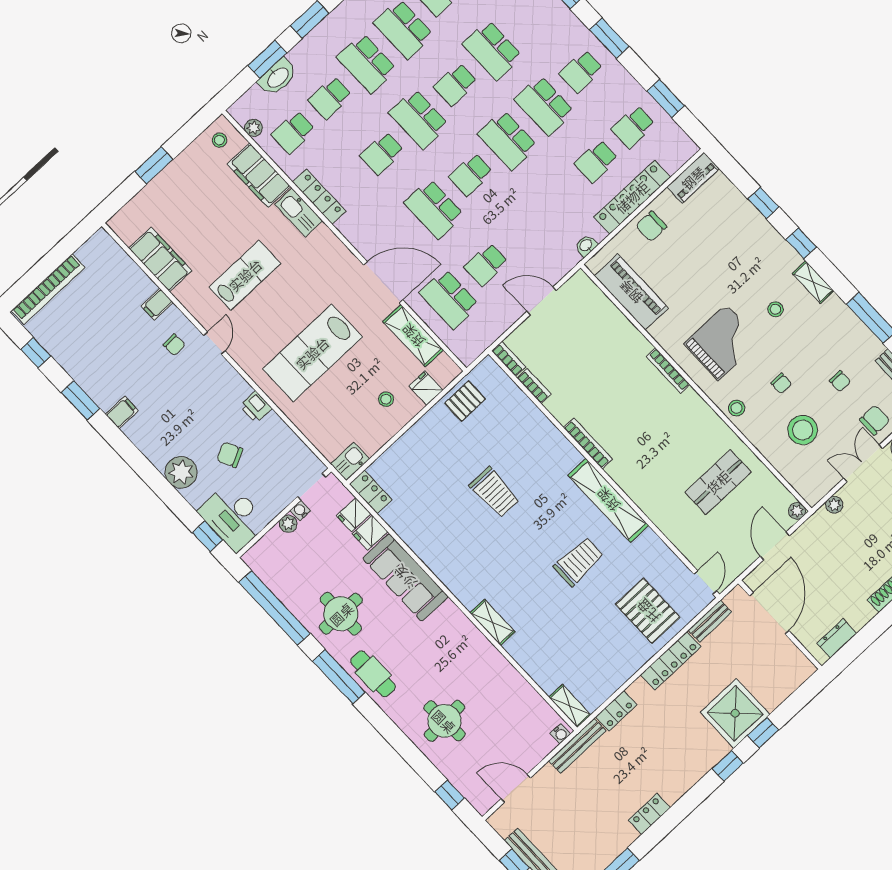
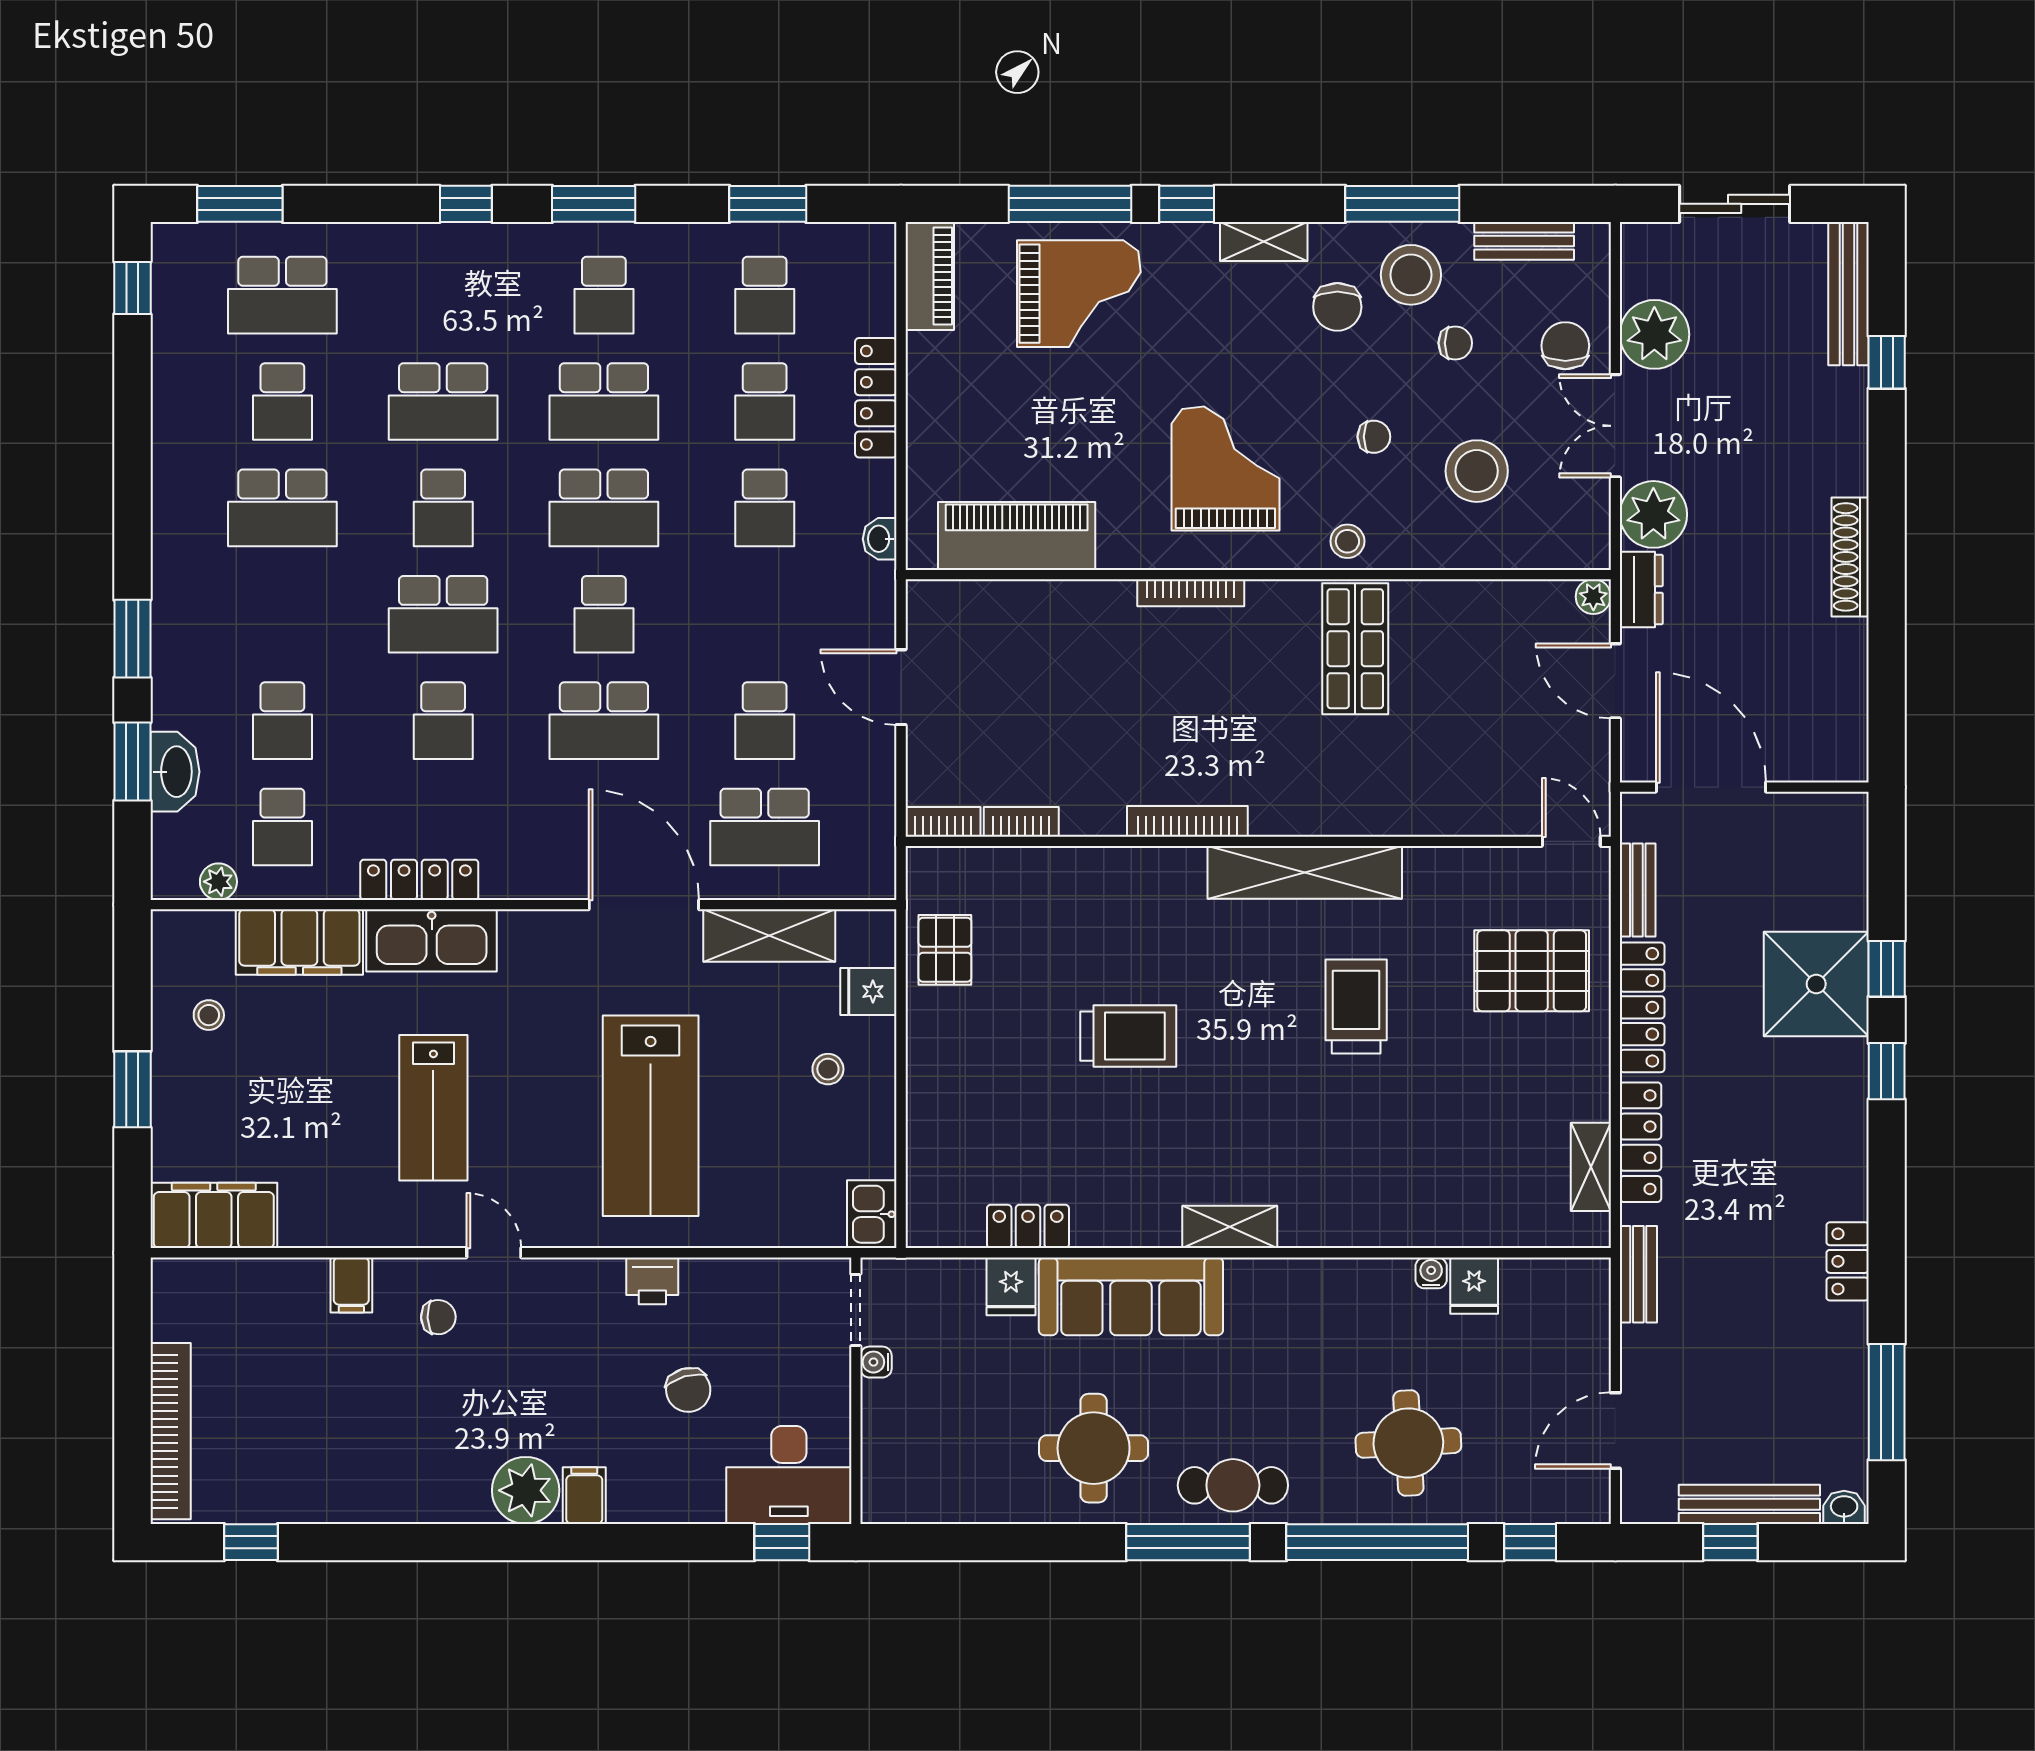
school desk: (367, 63) -> (765, 508), moved, width x0.54
stool: (219, 140) -> (209, 1015), moved
locker: (632, 197) -> (876, 398), width x0.71, depth x0.83
window: (763, 203) -> (1070, 204), width x2.17
kitchen sink: (299, 213) -> (432, 940), width x1.36, depth x1.24
chair: (651, 226) -> (1337, 307), moved
grand piano: (735, 235) -> (1079, 294), added
filing cabinet: (160, 259) -> (214, 1215), moved
lab bench: (245, 275) -> (433, 1108), turned 180
door: (383, 282) -> (644, 905), hinge flipped
door: (542, 301) -> (901, 687), hinge flipped
stool: (775, 309) -> (1411, 275), moved, width x1.89, depth x1.89
window: (80, 400) -> (389, 1542), removed
filing cabinet: (122, 412) -> (584, 1496), moved
chair: (230, 455) -> (688, 1390), turned -80
plant: (181, 472) -> (526, 1490), moved
shop shelf: (718, 482) -> (1355, 649), moved
locker: (371, 492) -> (1028, 1226), moved
plant: (834, 505) -> (1653, 514), width x1.87, depth x1.87
fridge: (354, 515) -> (1474, 1286), moved
plant: (288, 524) -> (879, 1400), removed
window: (274, 608) -> (1377, 1542), moved
shelving: (492, 622) -> (1230, 1227), moved
dresser: (837, 638) -> (1641, 590), moved, turned 180
shelving: (570, 706) -> (1591, 1167), moved, turned 90
locker: (616, 711) -> (1641, 1142), width x1.53
water cooler: (560, 734) -> (1431, 1273), moved, turned -90
bench: (577, 746) -> (1638, 1274), width x0.73

